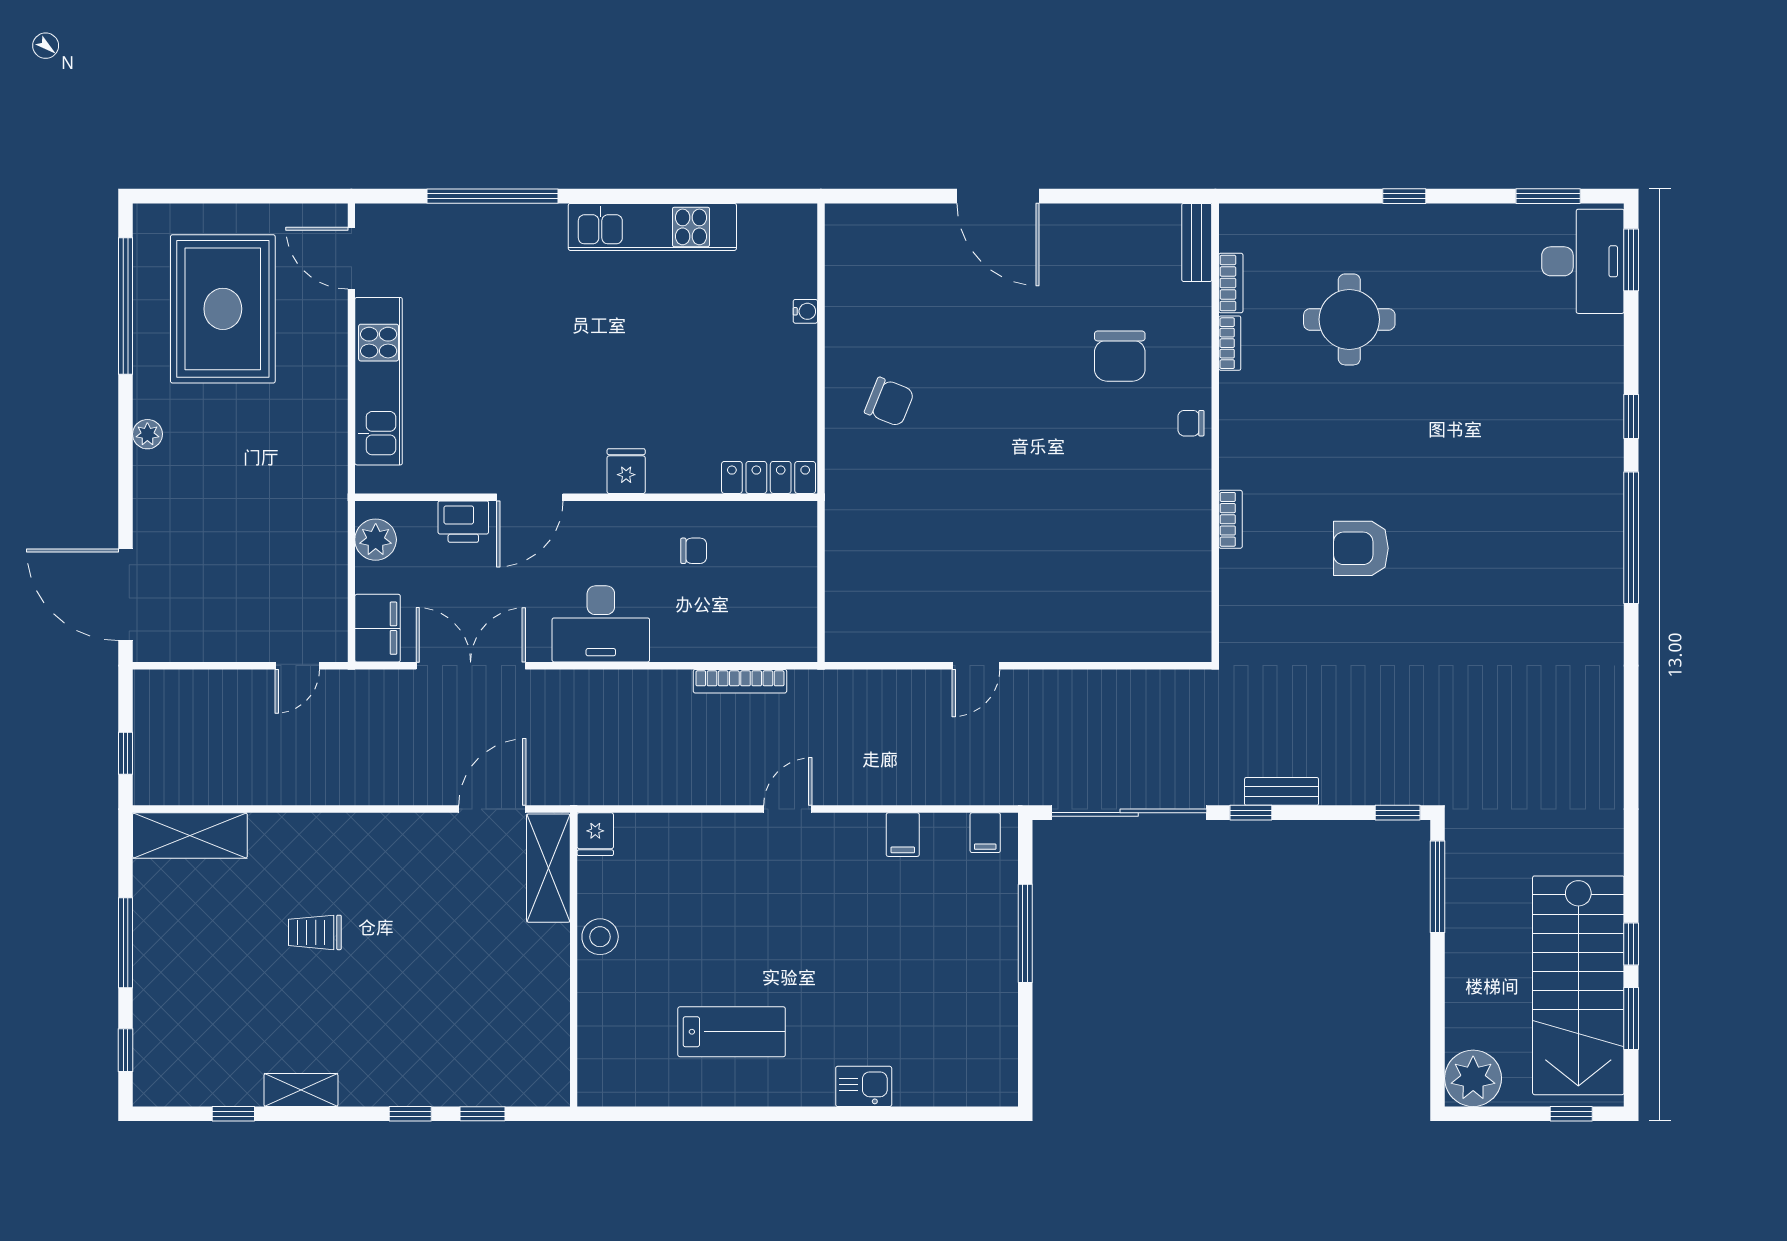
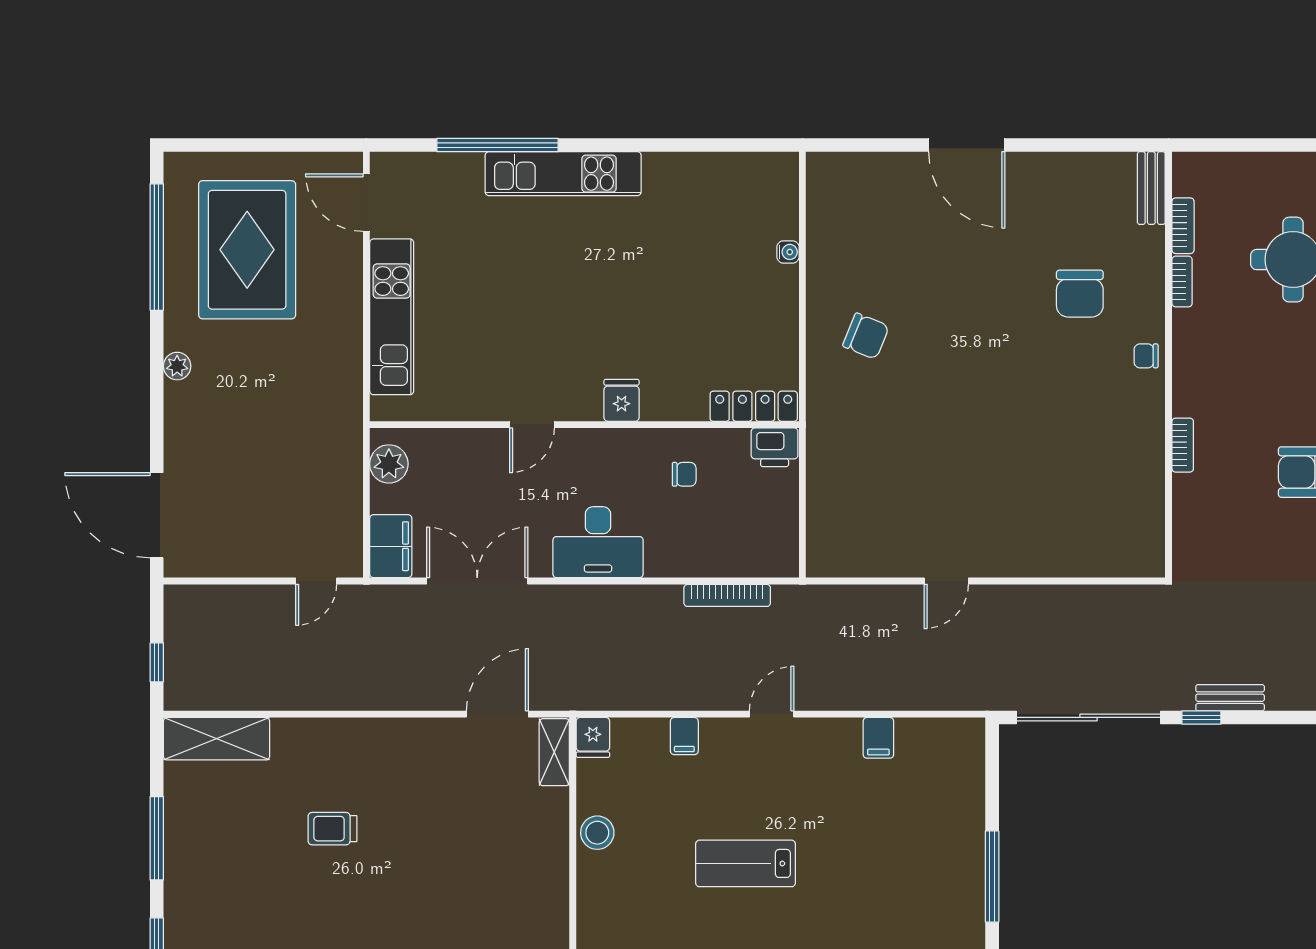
kitchen unit: (652, 227) -> (563, 174), moved
door: (530, 497) -> (532, 425), width x0.73
printer: (463, 522) -> (775, 447), moved
filing cabinet: (985, 833) -> (684, 736), moved
shelving: (548, 868) -> (554, 752), width x0.67, depth x0.75
window: (1025, 933) -> (992, 876), moved
lab bench: (732, 1032) -> (745, 863), moved, turned 180

